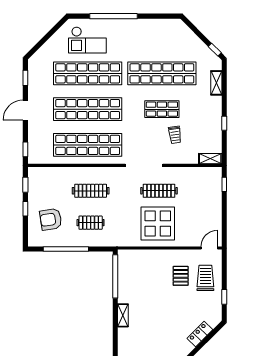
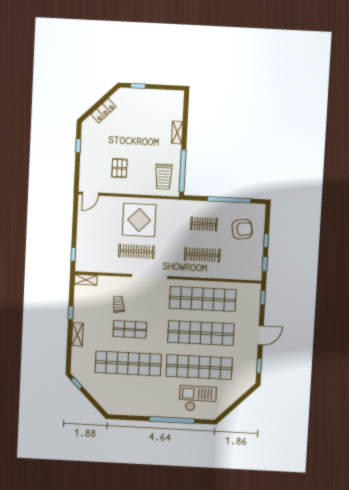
shelving: (216, 83) -> (77, 334), moved
trolley: (205, 278) -> (164, 177), moved

